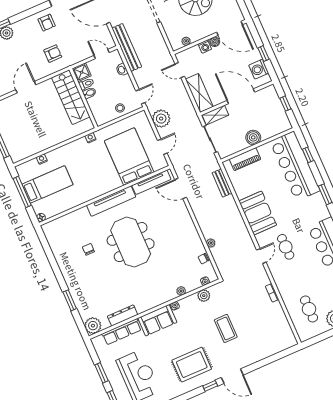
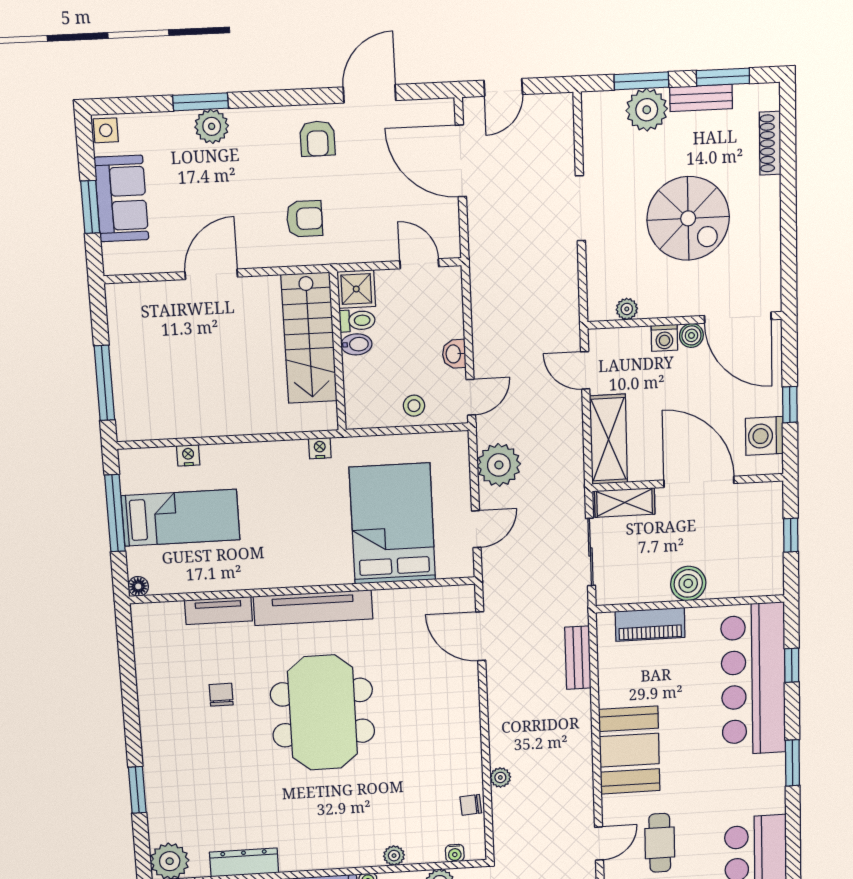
bench: (127, 47) -> (484, 271), removed
washbasin: (122, 70) -> (454, 354), moved
tv unit: (151, 182) -> (218, 611), moved, width x0.71

